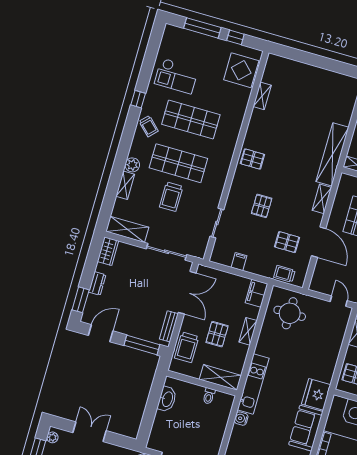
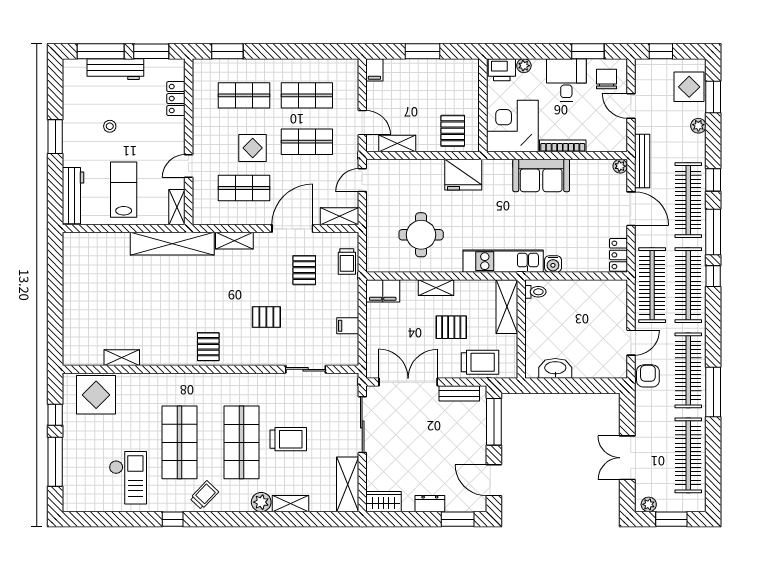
shelving: (318, 278) -> (339, 216), added
round table: (290, 313) -> (421, 235), moved
fridge: (316, 394) -> (463, 175), moved
toilet: (209, 396) -> (535, 292), moved

